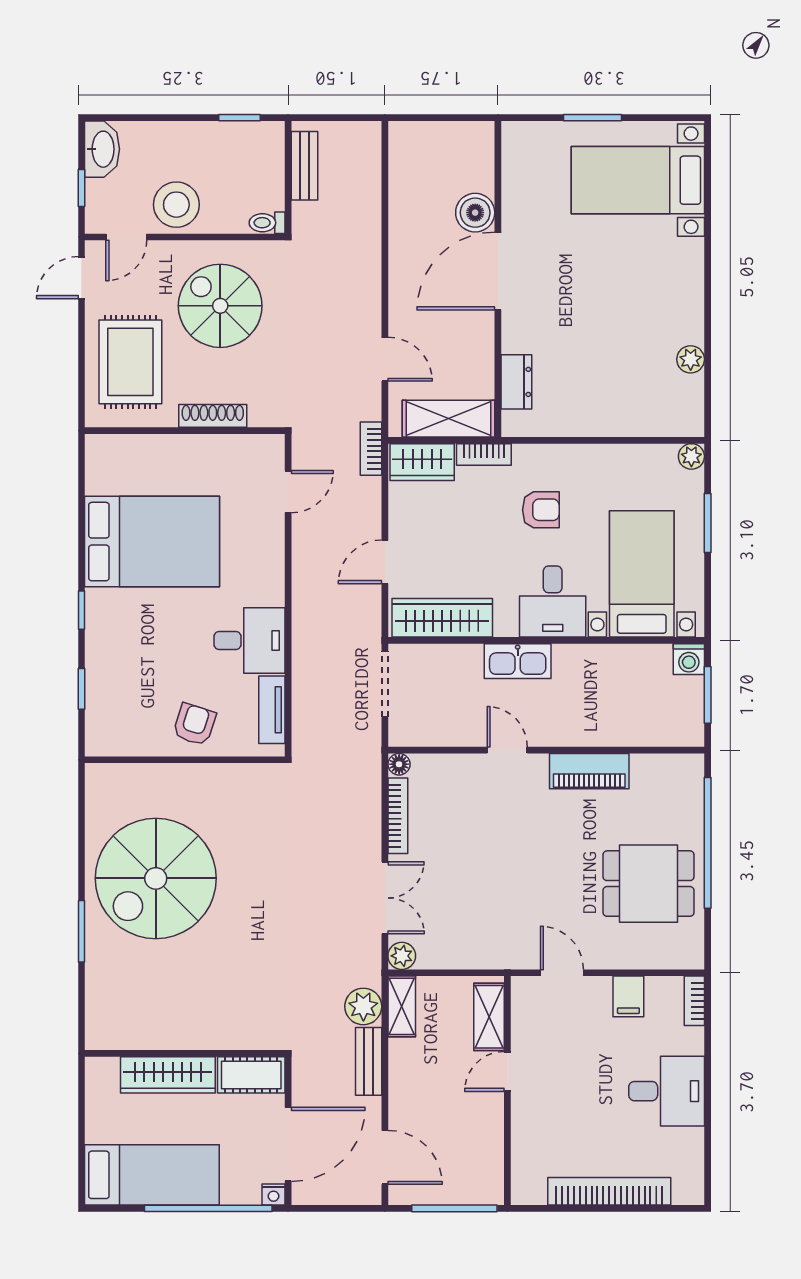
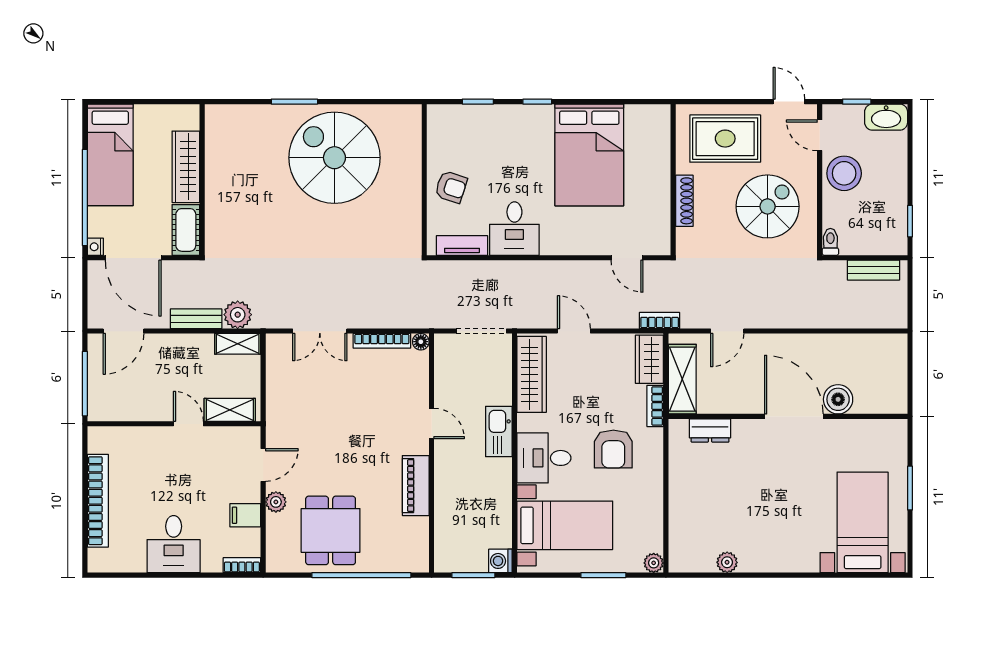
armchair: (541, 510) -> (613, 449), width x1.38, depth x1.38
door: (507, 750) -> (432, 424), hinge flipped
plant: (402, 956) -> (276, 502), moved

